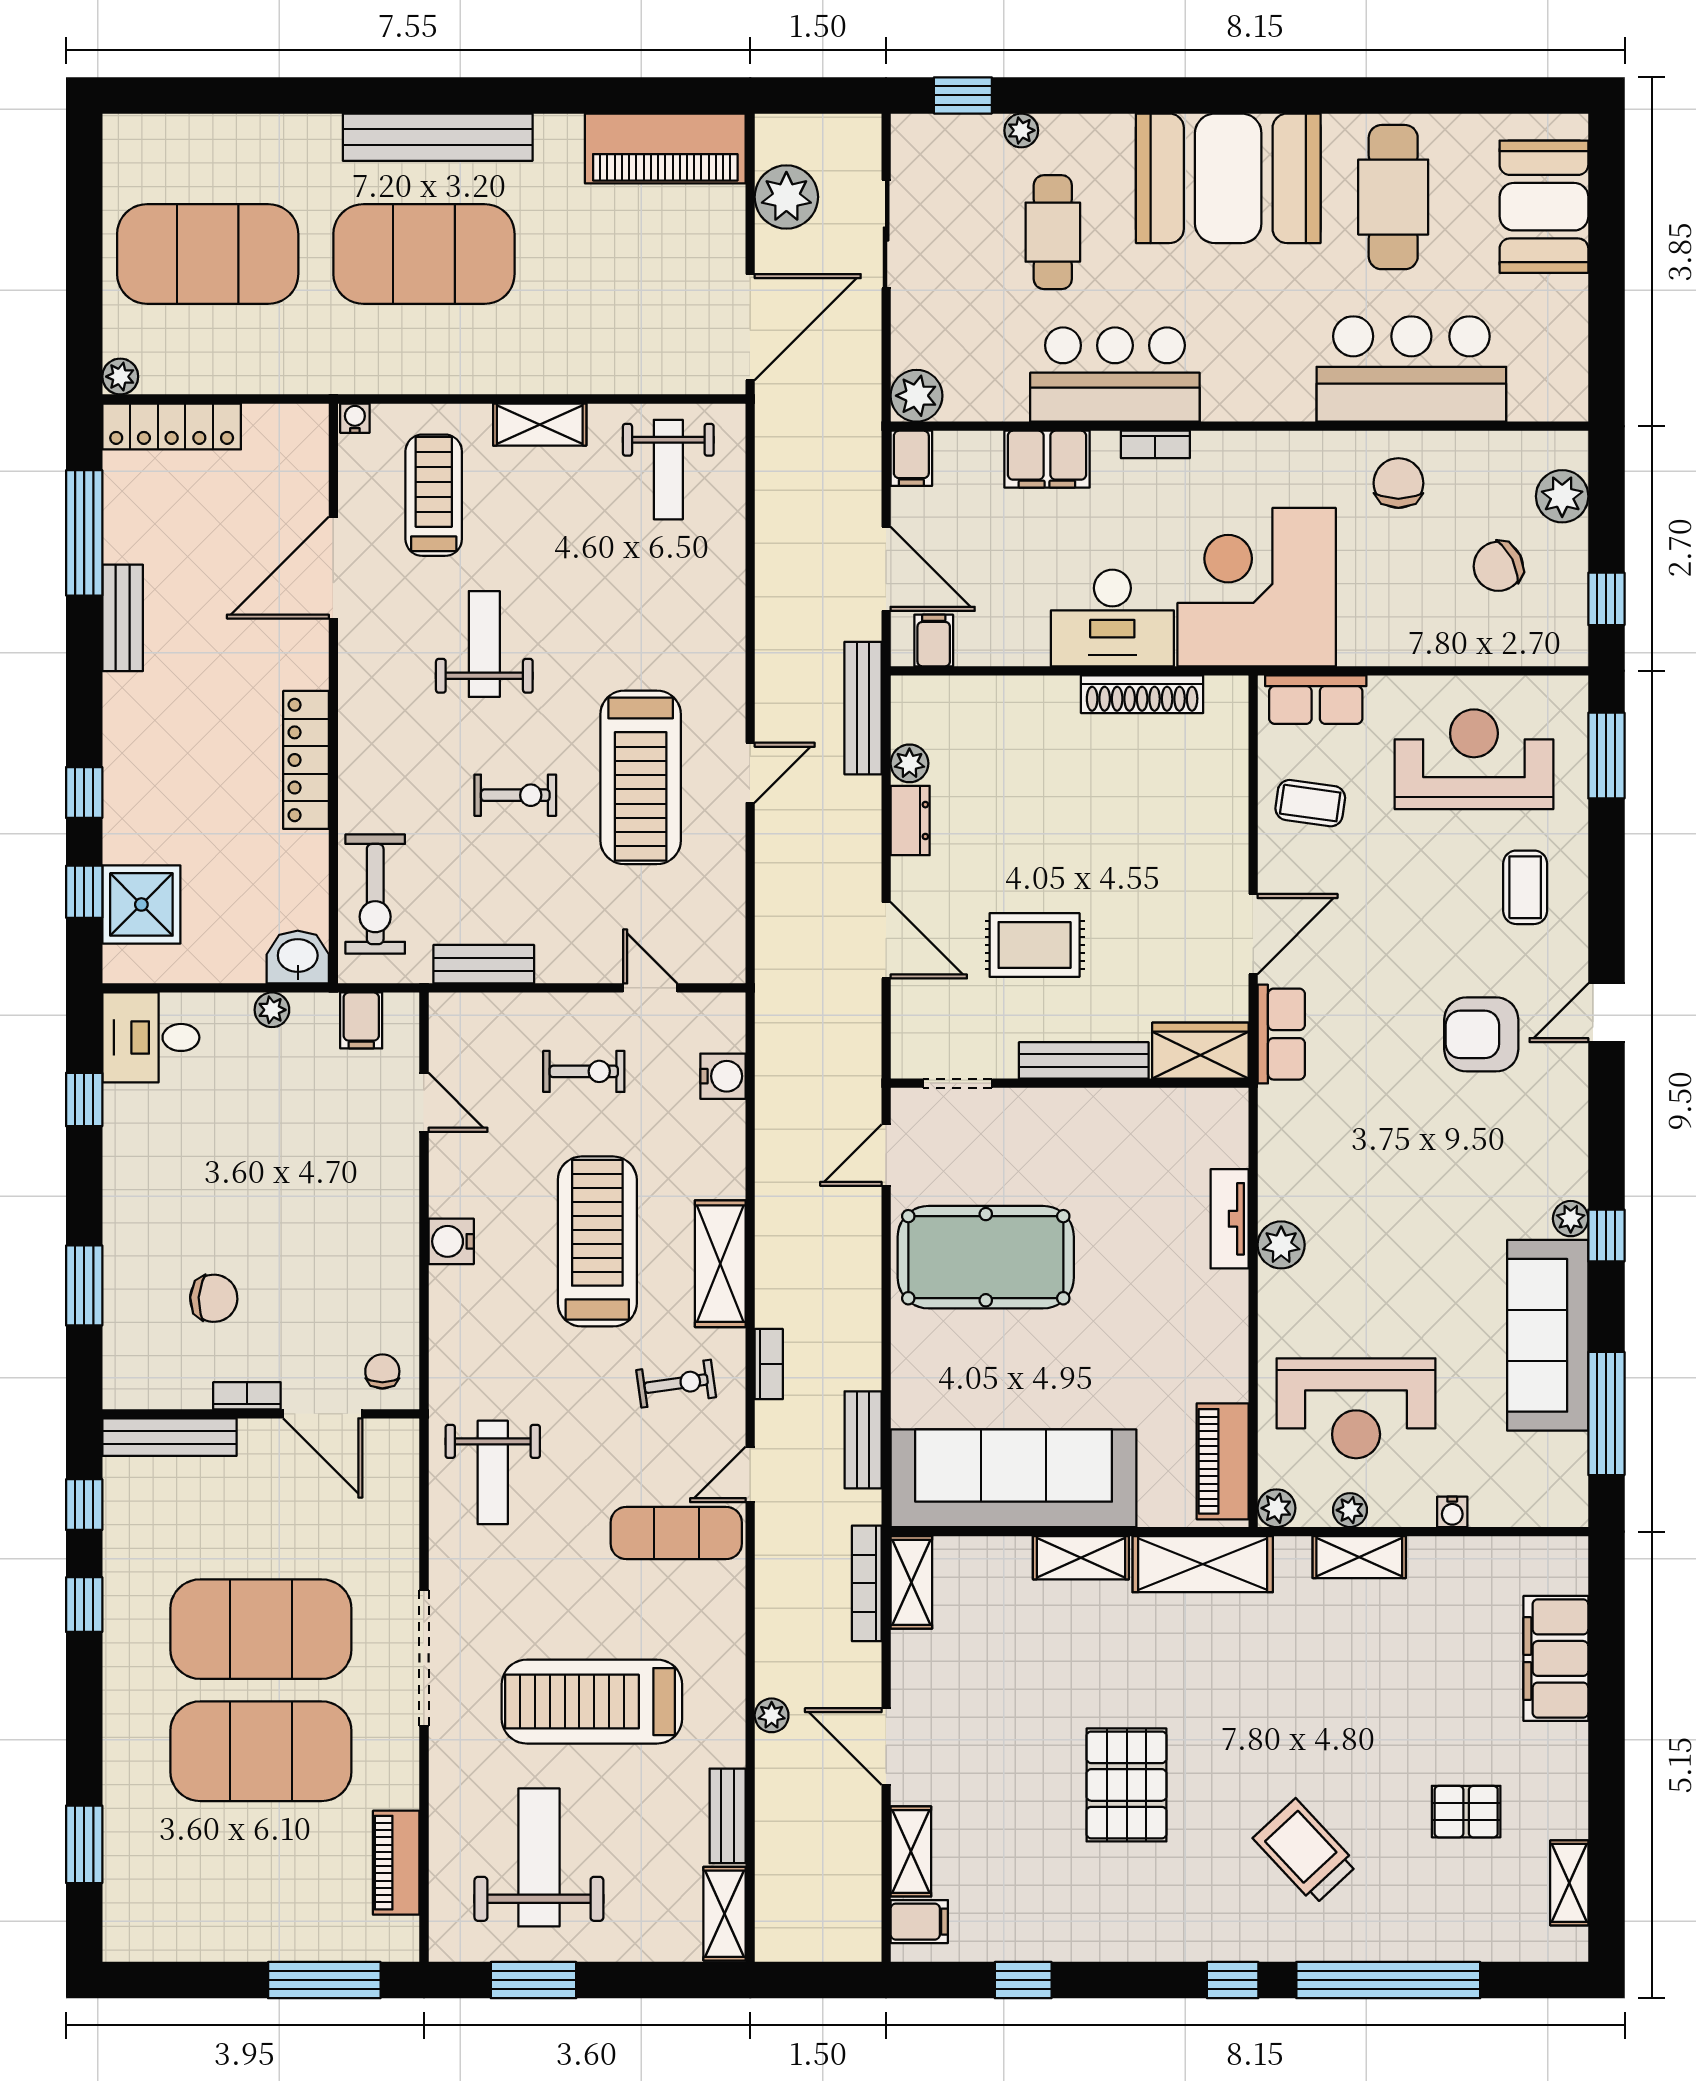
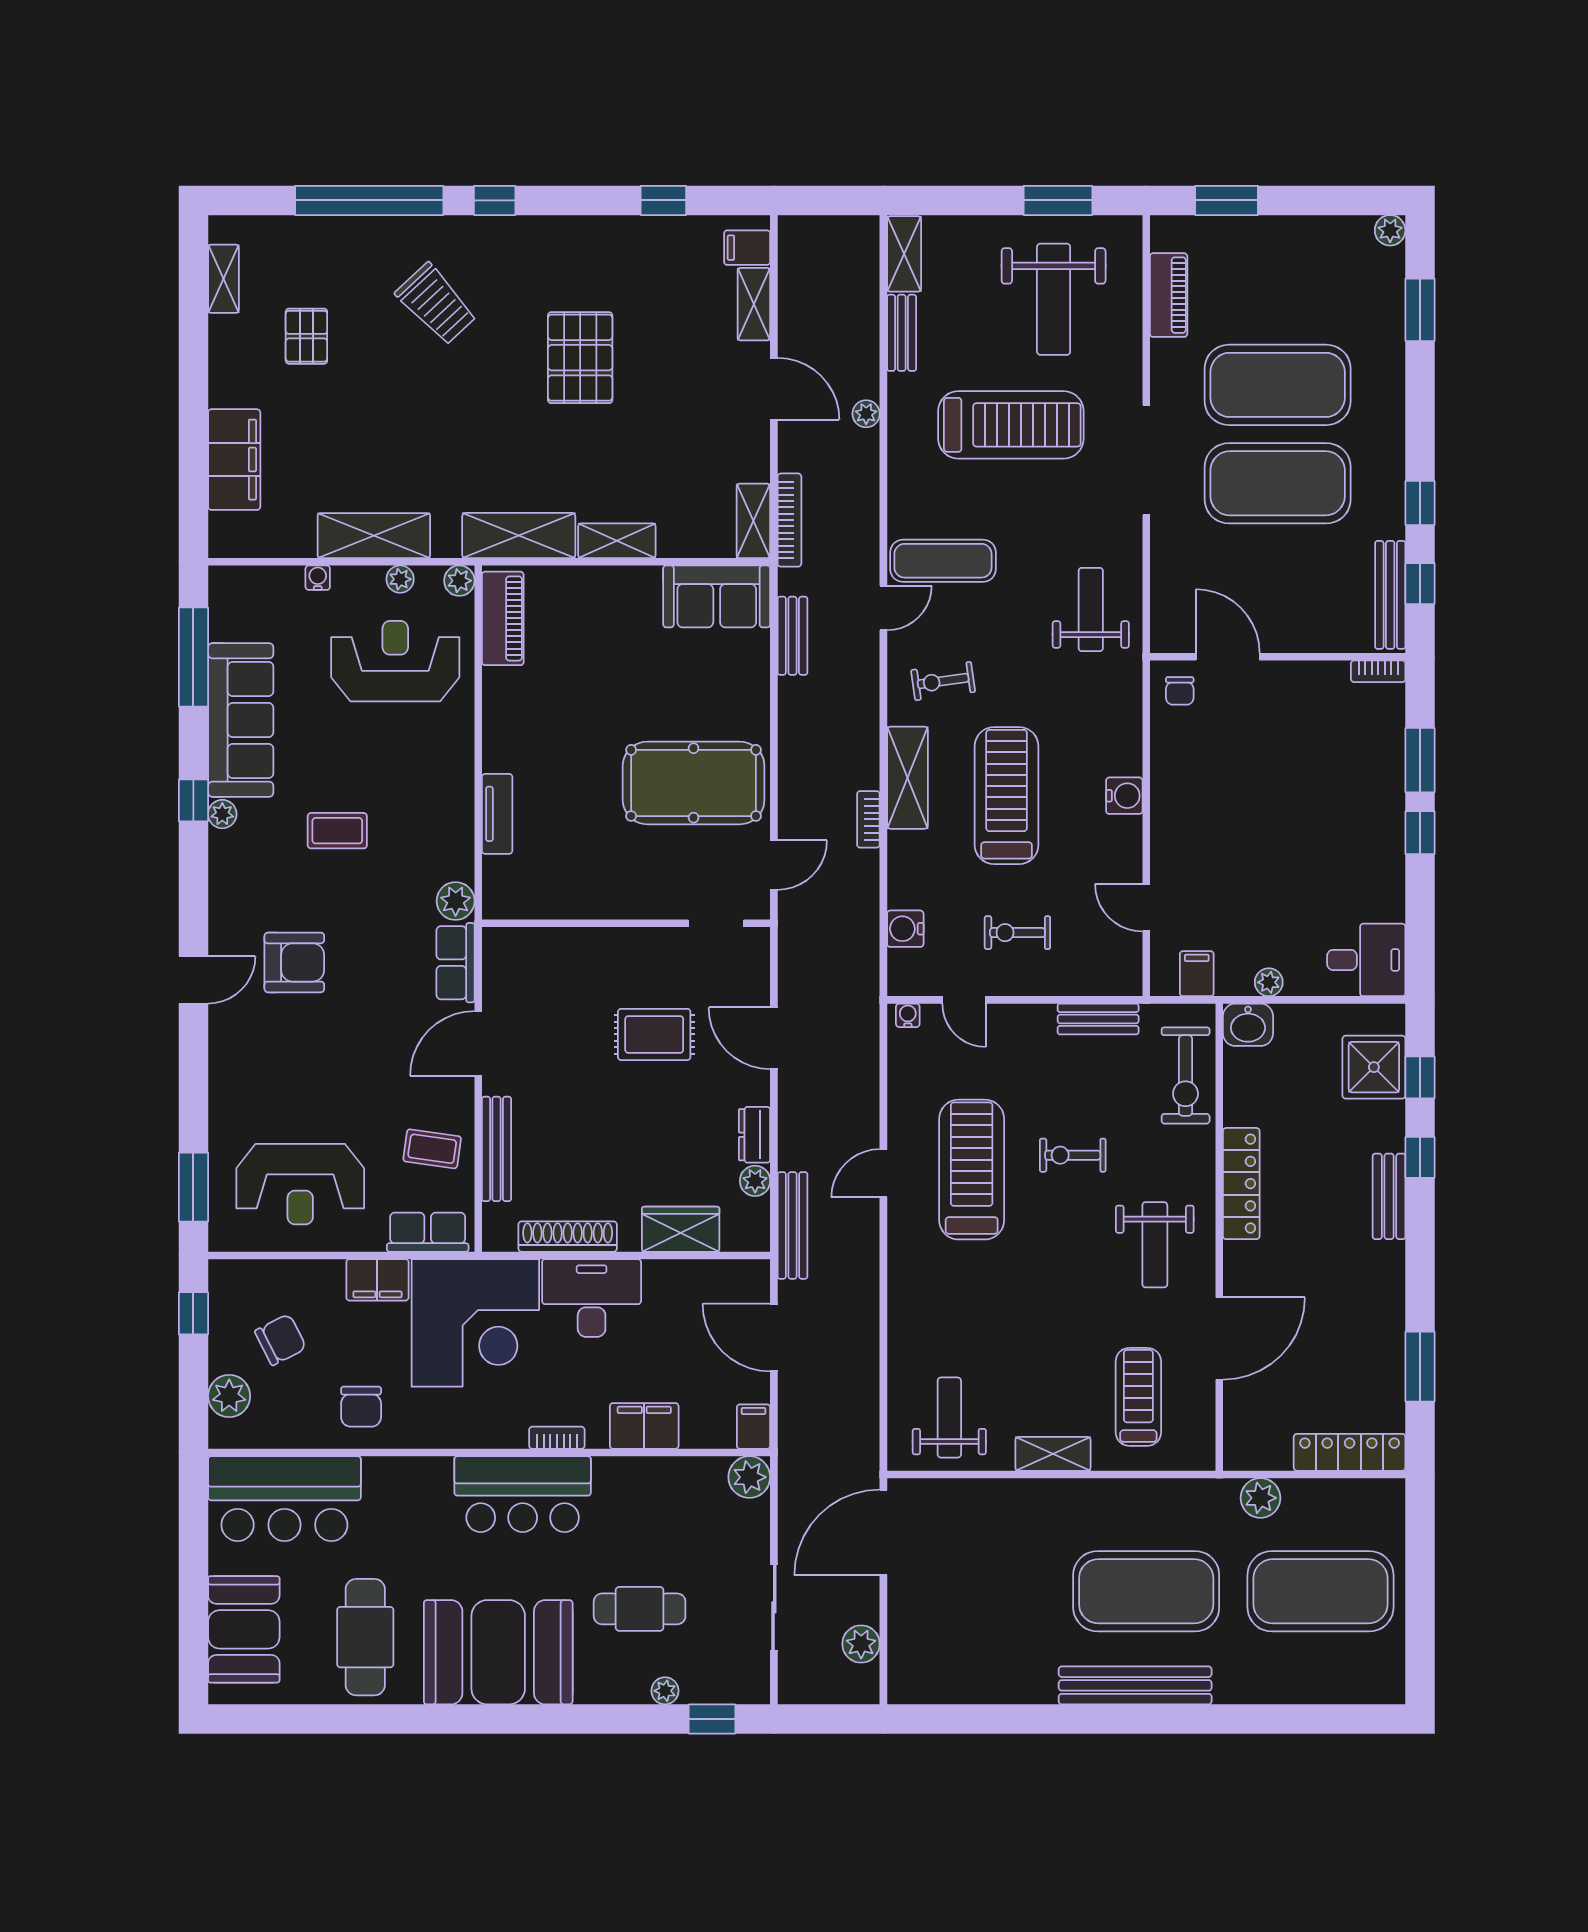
piano: (665, 148) -> (952, 1676), removed
plant: (786, 197) -> (861, 1644), width x0.73, depth x0.73
cafe table: (1053, 232) -> (640, 1609), turned 90
bar counter: (1411, 369) -> (284, 1499), moved
bar counter: (1115, 375) -> (523, 1494), moved
plant: (120, 377) -> (1260, 1498), moved, width x1.38, depth x1.38
water cooler: (355, 418) -> (908, 1015), moved, turned 180
treadmill: (434, 495) -> (1138, 1397), turned 180
window: (84, 533) -> (1420, 1367), width x0.69
bench: (123, 618) -> (1389, 1196), moved
filing cabinet: (934, 641) -> (377, 1280), moved, width x2.00
weight bench: (484, 644) -> (1155, 1245), moved
coffee table: (1525, 887) -> (337, 831), moved, turned 90
exercise bike: (375, 894) -> (1186, 1076), turned 180
wardrobe: (1200, 1051) -> (681, 1229), moved, turned 180
bench: (1084, 1060) -> (496, 1149), moved, turned 90
window: (84, 1099) -> (1420, 833), moved
treadmill: (597, 1241) -> (1007, 796), turned 180
plant: (1281, 1245) -> (456, 901), moved
chair: (214, 1298) -> (1316, 750), removed
bookcase: (769, 1364) -> (868, 819), moved
bookcase: (247, 1396) -> (1378, 671), moved
bench: (169, 1437) -> (1390, 595), moved, turned 90
sofa: (1014, 1478) -> (717, 596), width x0.54, depth x0.79
shelving: (1359, 1557) -> (374, 536), width x1.50, depth x1.33
pallet: (1466, 1812) -> (306, 336), turned 90
plant: (121, 1943) -> (1390, 230), added
window: (324, 1980) -> (1227, 200), width x0.69

